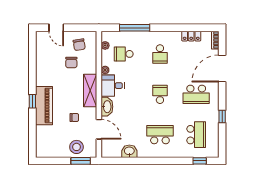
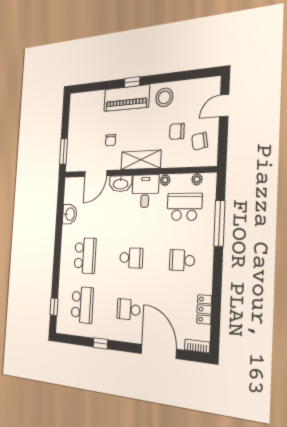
school desk: (124, 54) -> (184, 207), width x1.85
school desk: (196, 94) -> (129, 309), width x0.54
school desk: (196, 135) -> (82, 305), turned -90
stool: (76, 147) -> (164, 97), moved

